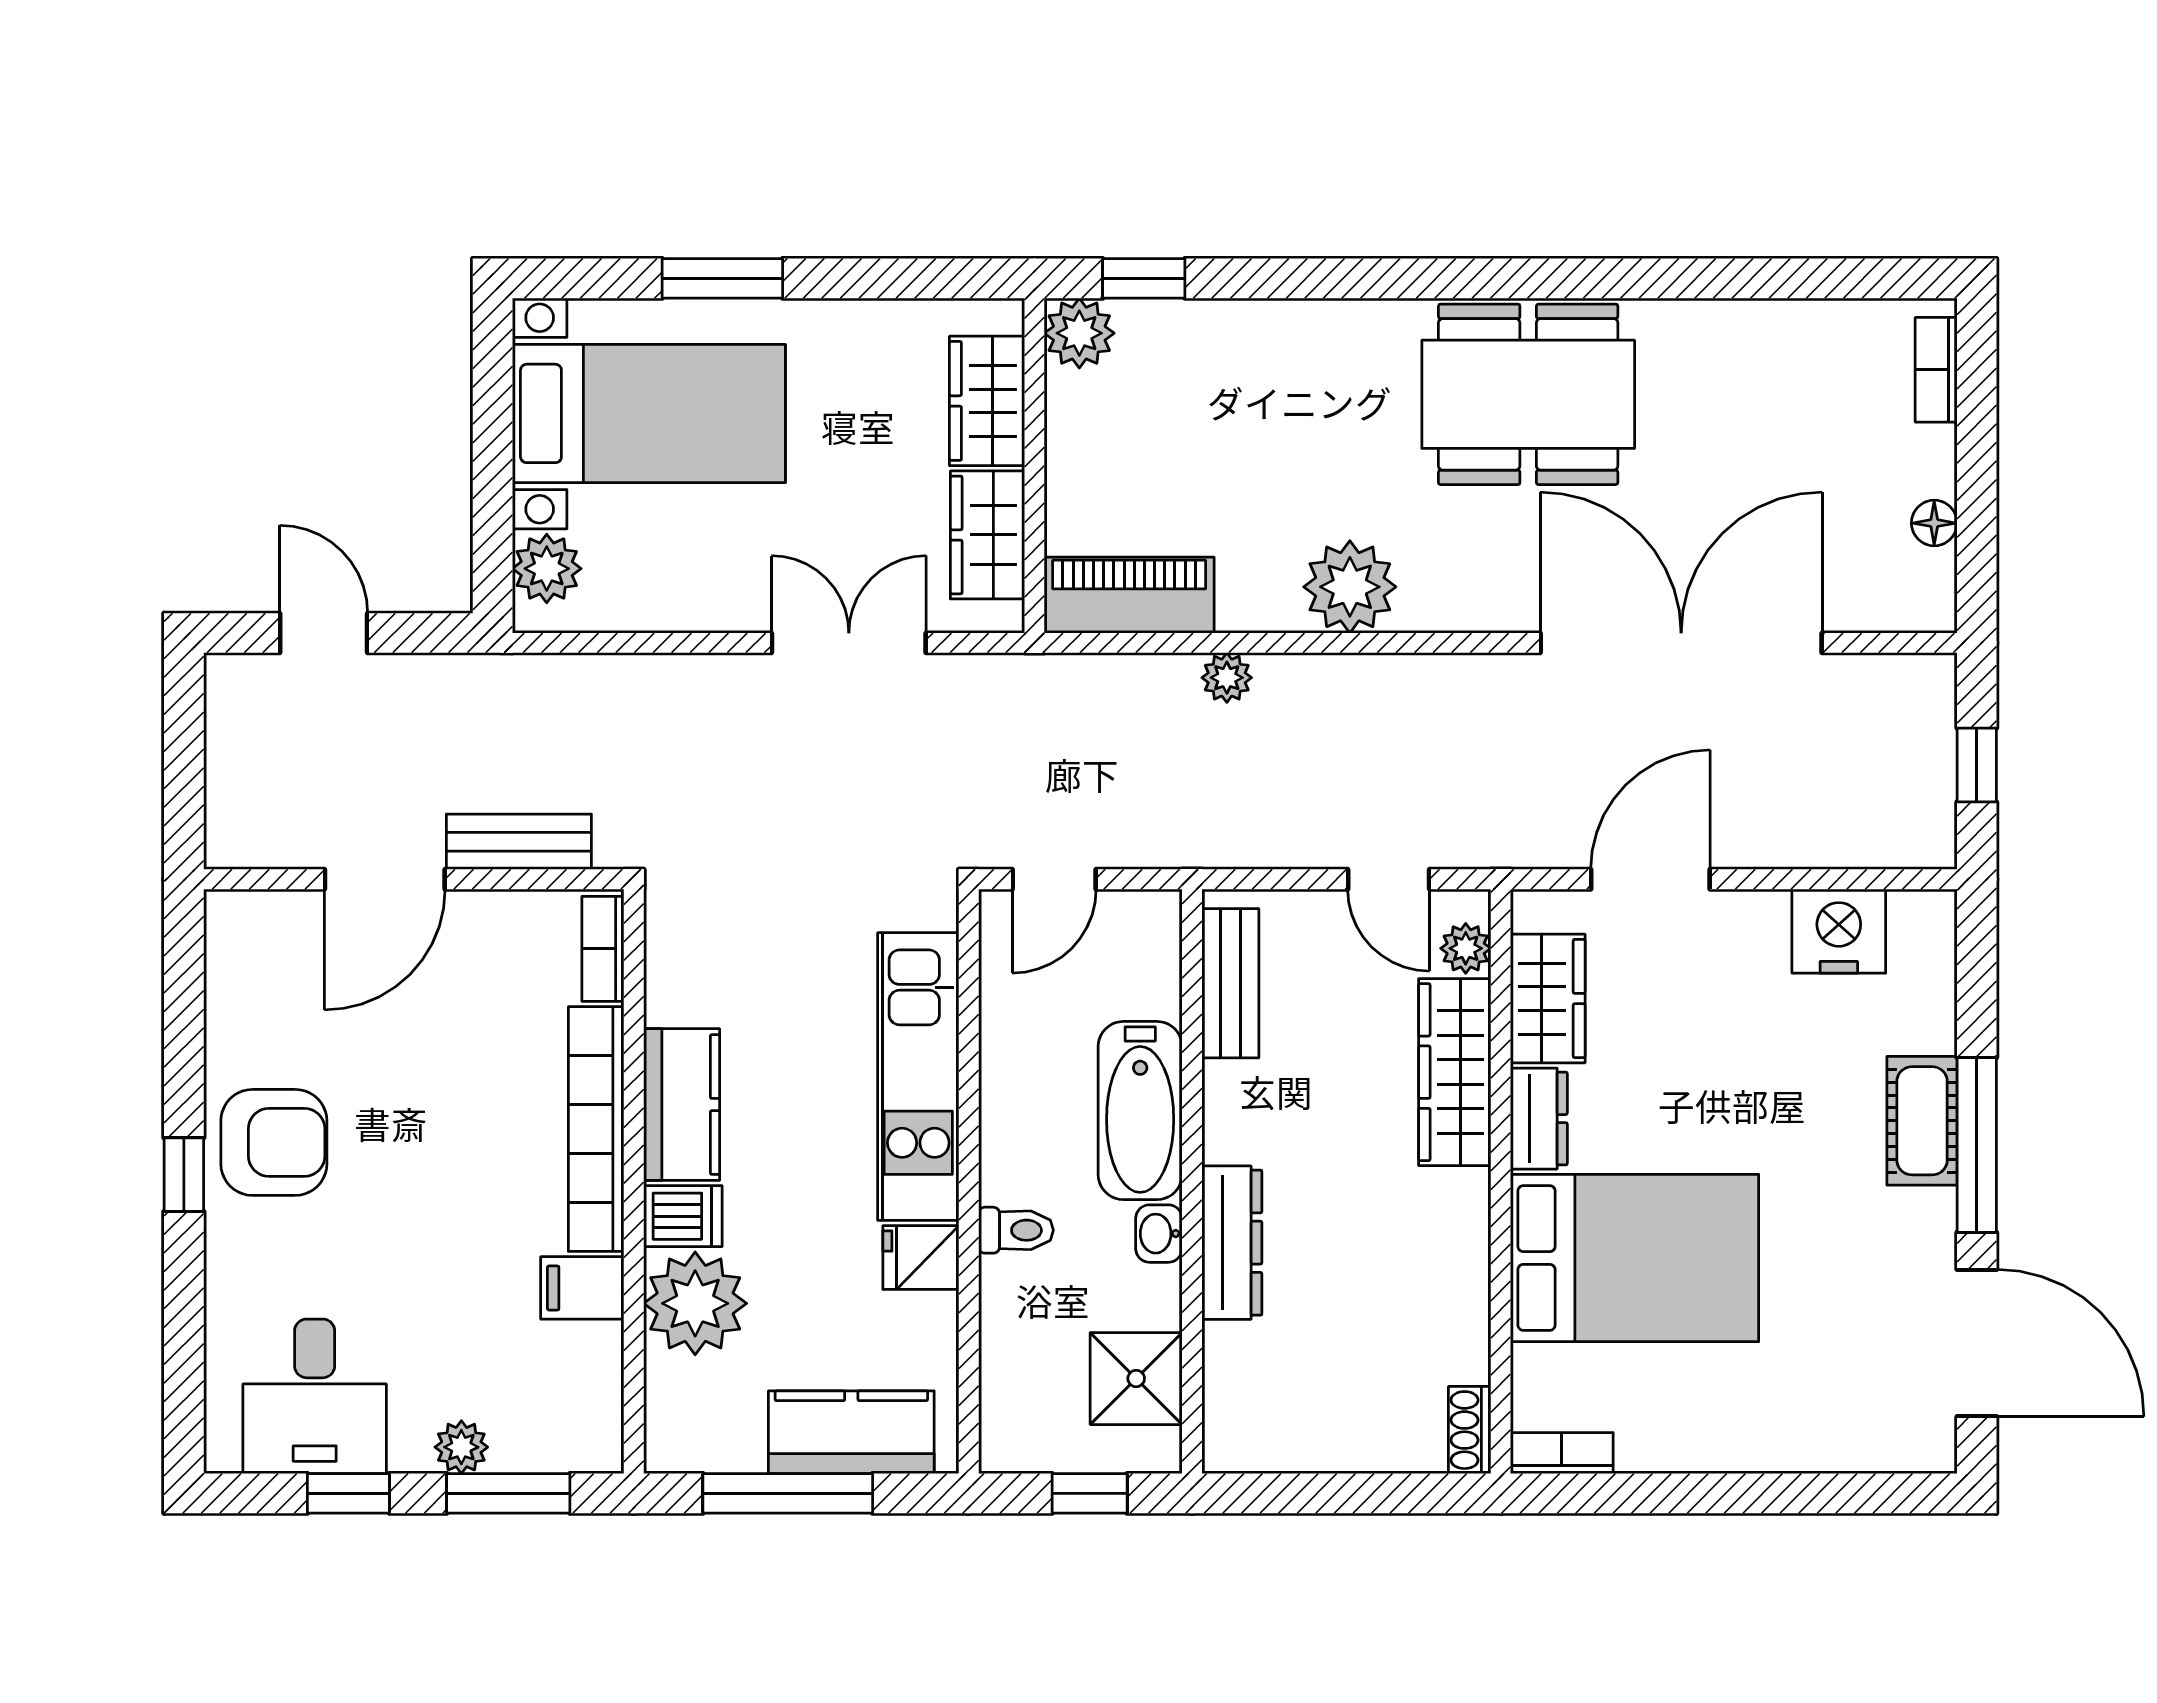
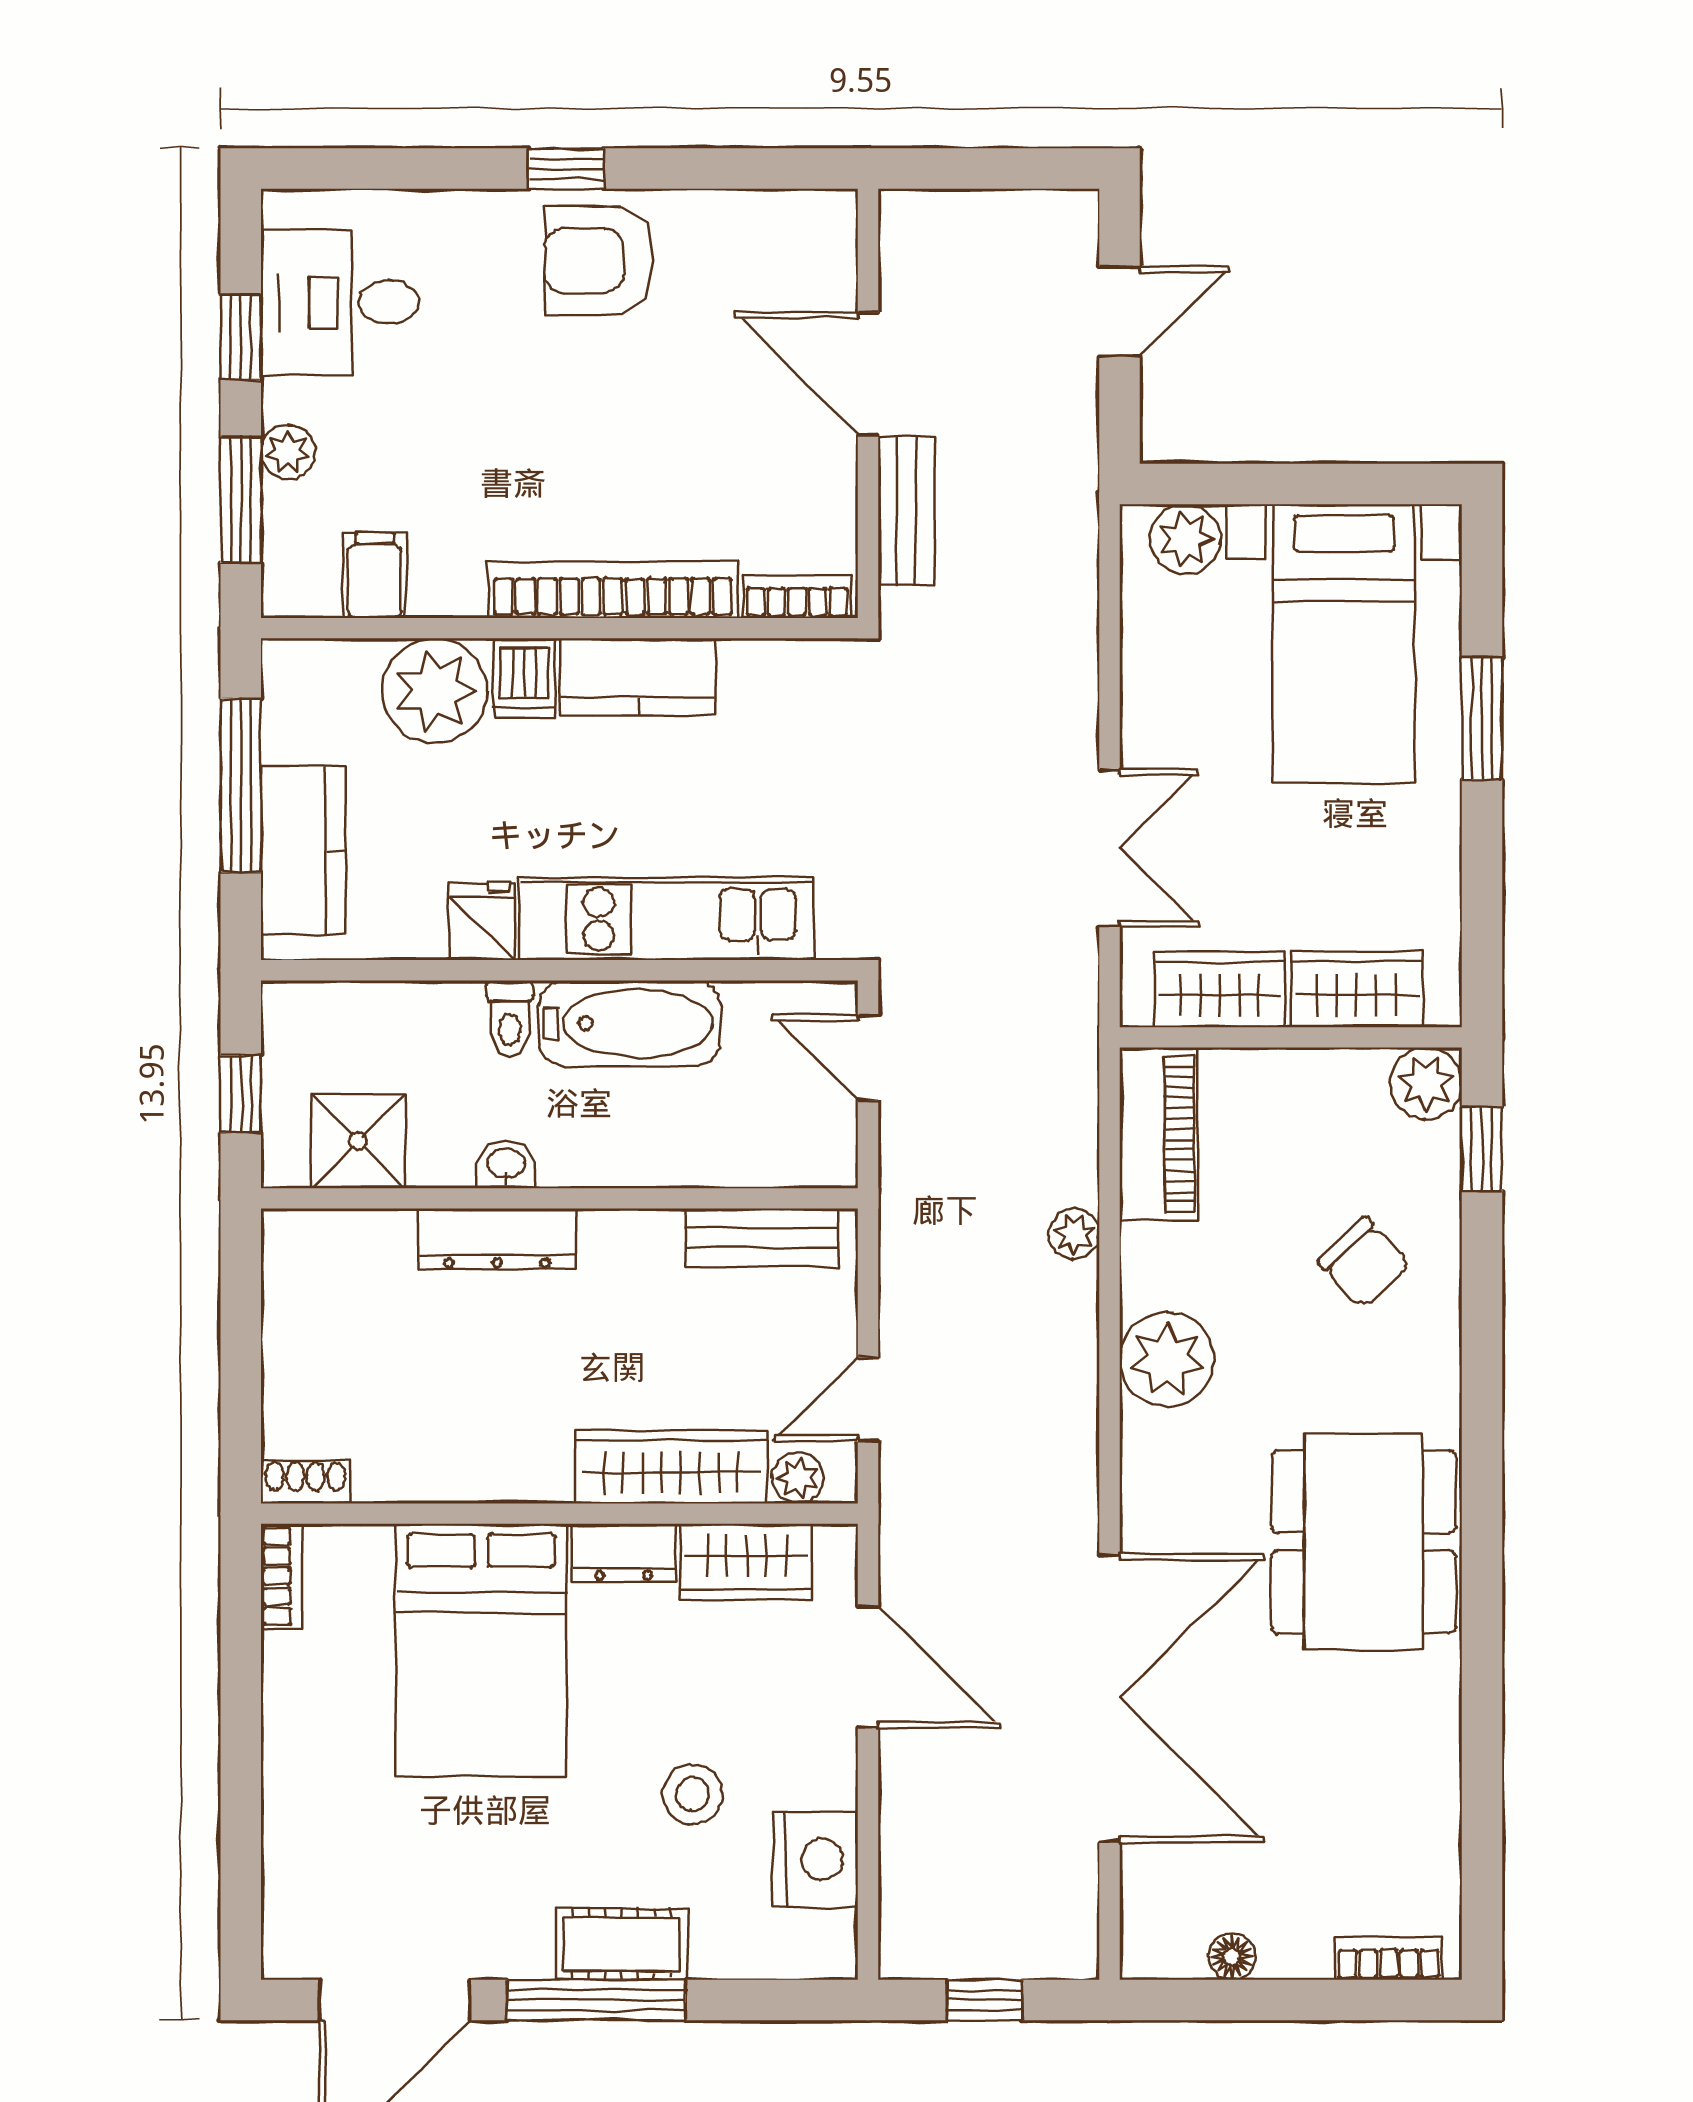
chair: (1255, 394) -> (1364, 1263), added
stool: (1775, 1051) -> (693, 1794), added
bathtub: (1140, 1111) -> (629, 1023), moved, turned 180
armchair: (274, 1142) -> (599, 260), turned 90
filing cabinet: (582, 1288) -> (374, 576), moved

